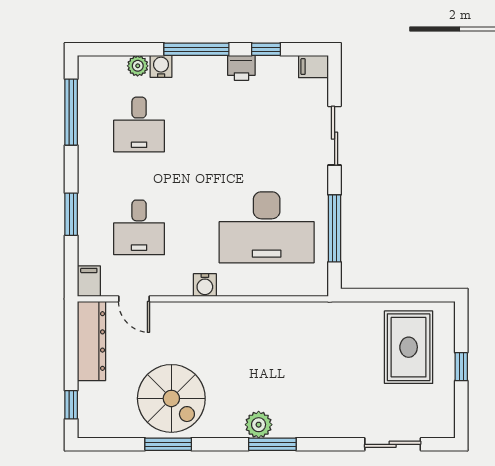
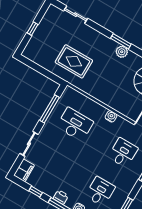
filing cabinet: (313, 67) -> (24, 170), width x2.00
printer: (241, 68) -> (61, 197), moved
desk: (267, 227) -> (75, 124), width x0.73, depth x0.77
rug: (409, 347) -> (74, 61), moved, turned 90

